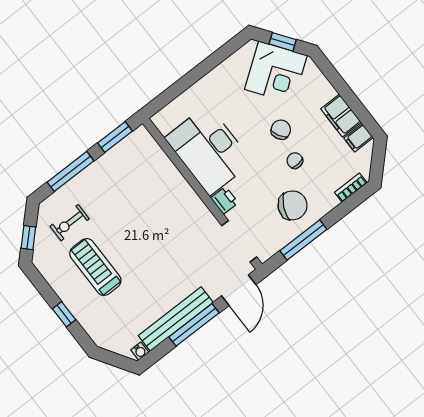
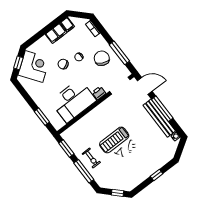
window: (177, 89) -> (42, 117), added
exercise bike: (70, 223) -> (91, 158), moved
treadmill: (95, 267) -> (114, 140), moved

